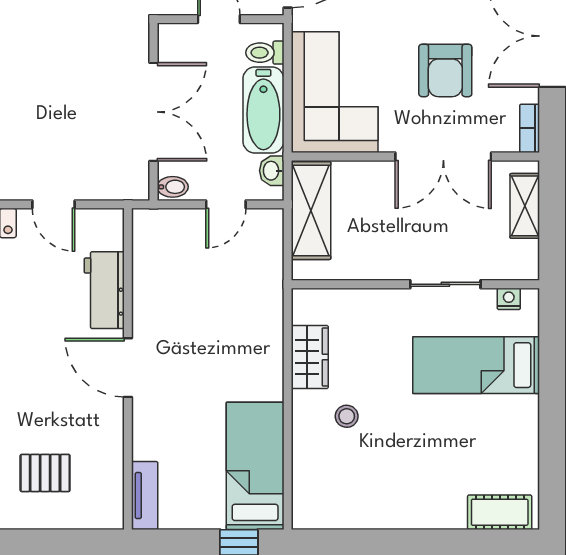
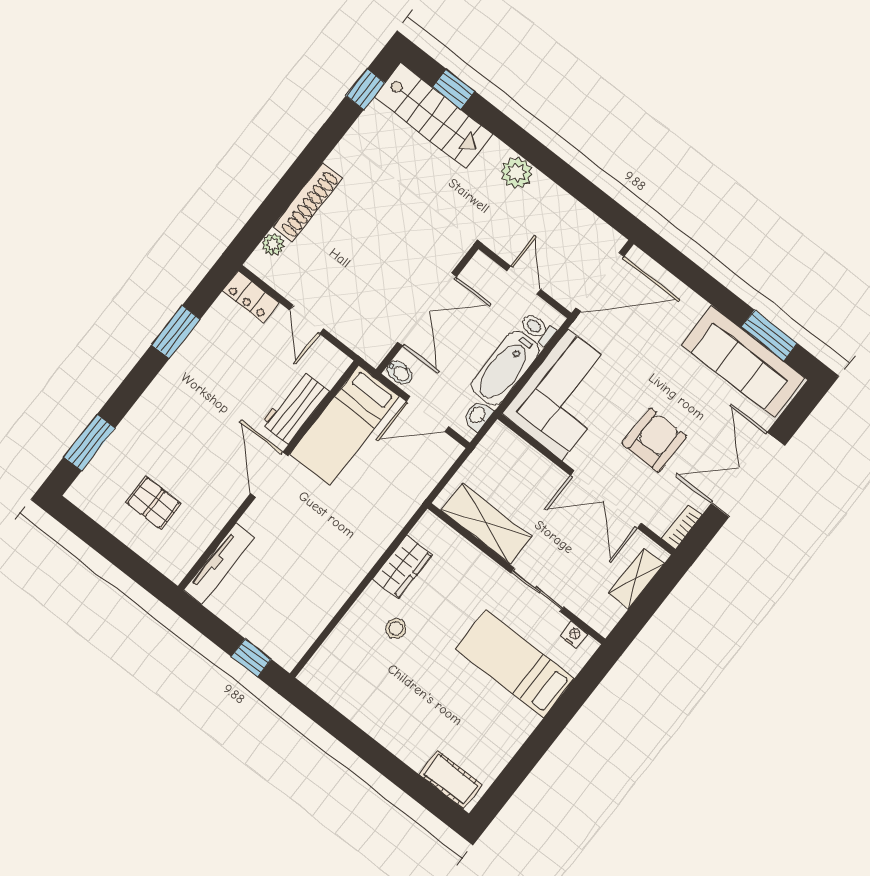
armchair: (445, 70) -> (654, 440), turned 180
door: (226, 204) -> (427, 414), width x1.38
shelving: (311, 211) -> (486, 524), moved, turned 90
bed: (255, 466) -> (344, 425), moved, turned 180
tv unit: (145, 496) -> (219, 564), width x1.41

